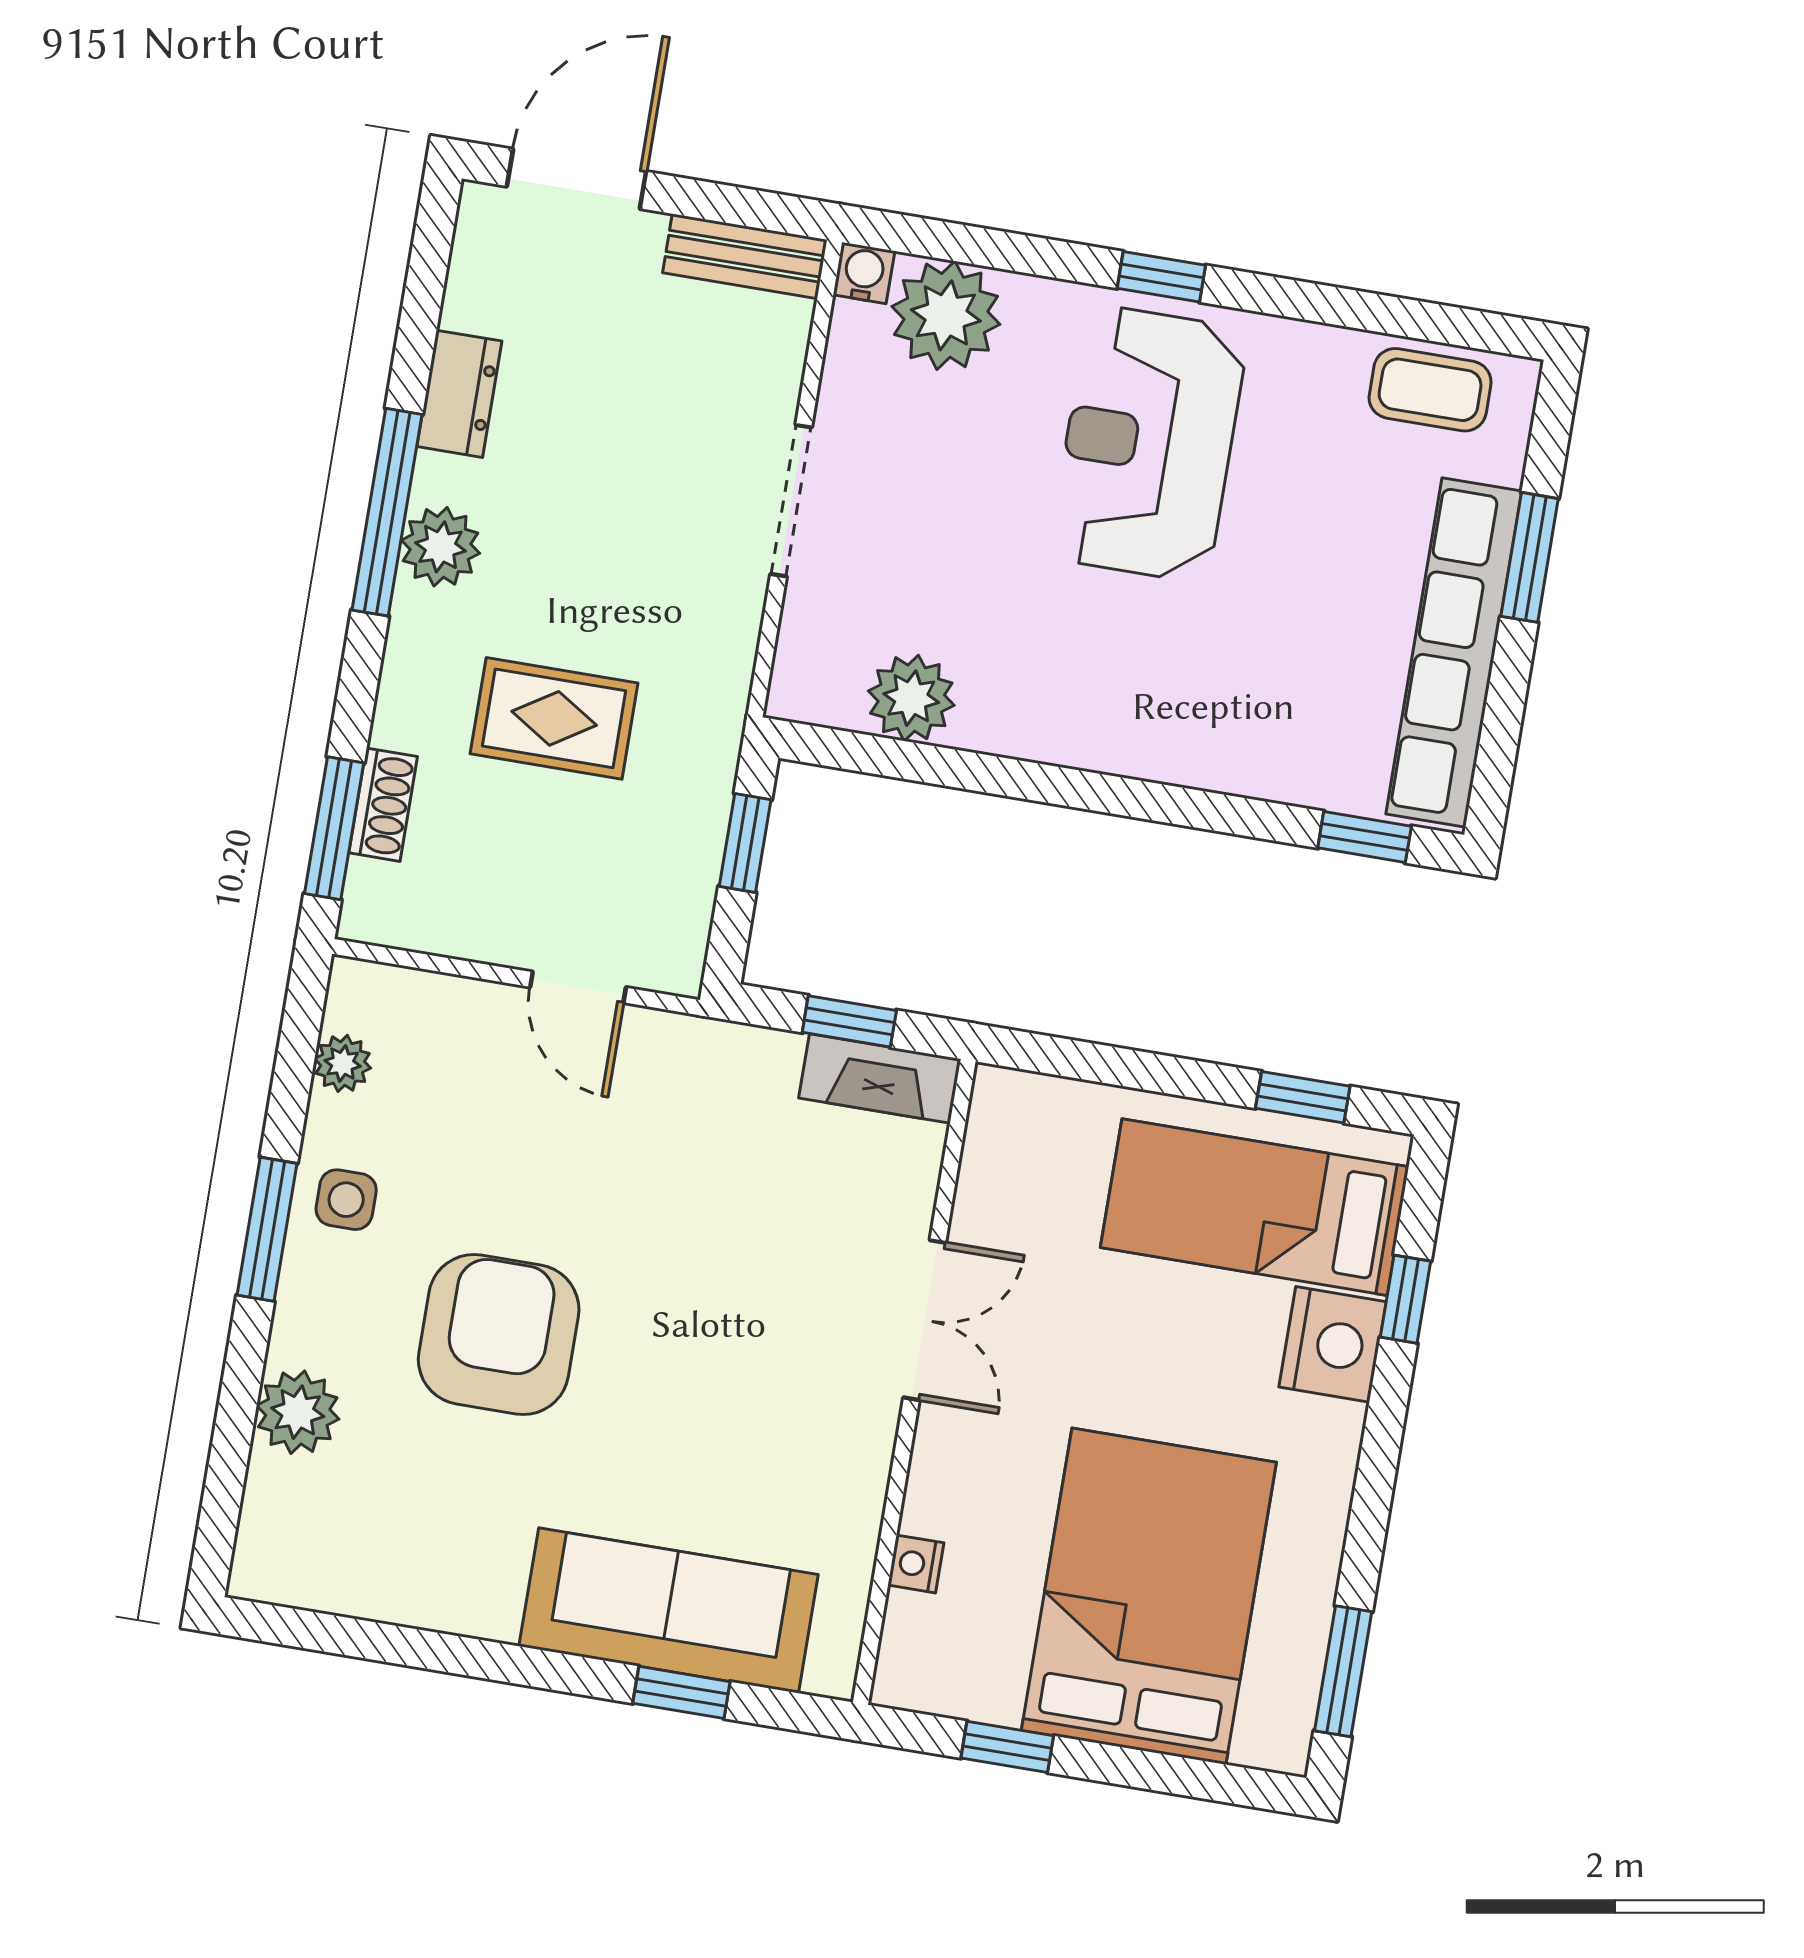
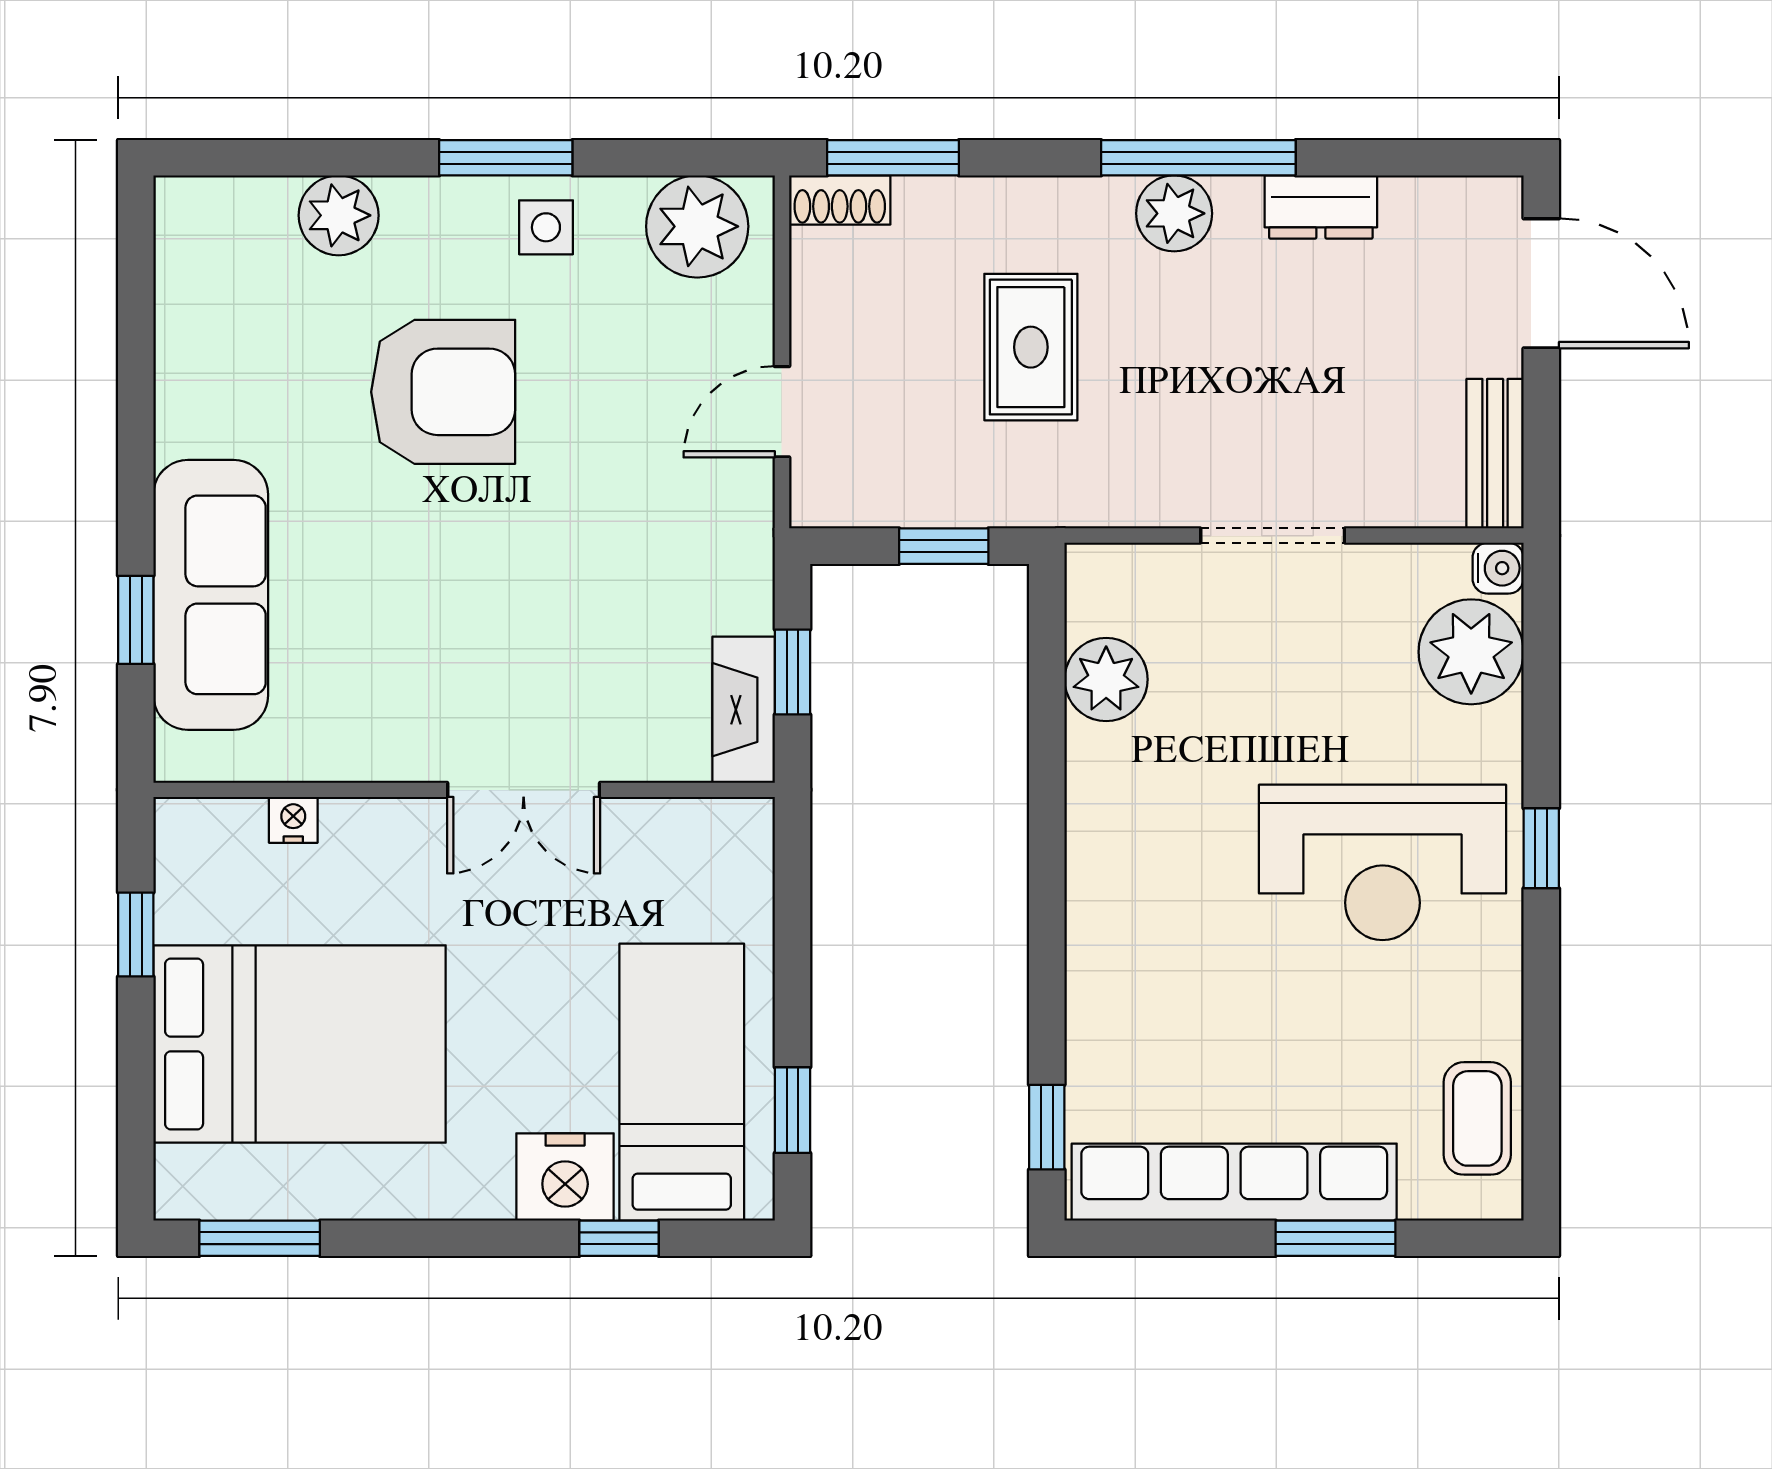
reception desk: (1149, 444) -> (1382, 862), turned 180
shoe rack: (383, 805) -> (840, 200), moved
plant: (343, 1063) -> (697, 226), width x1.87, depth x1.87

